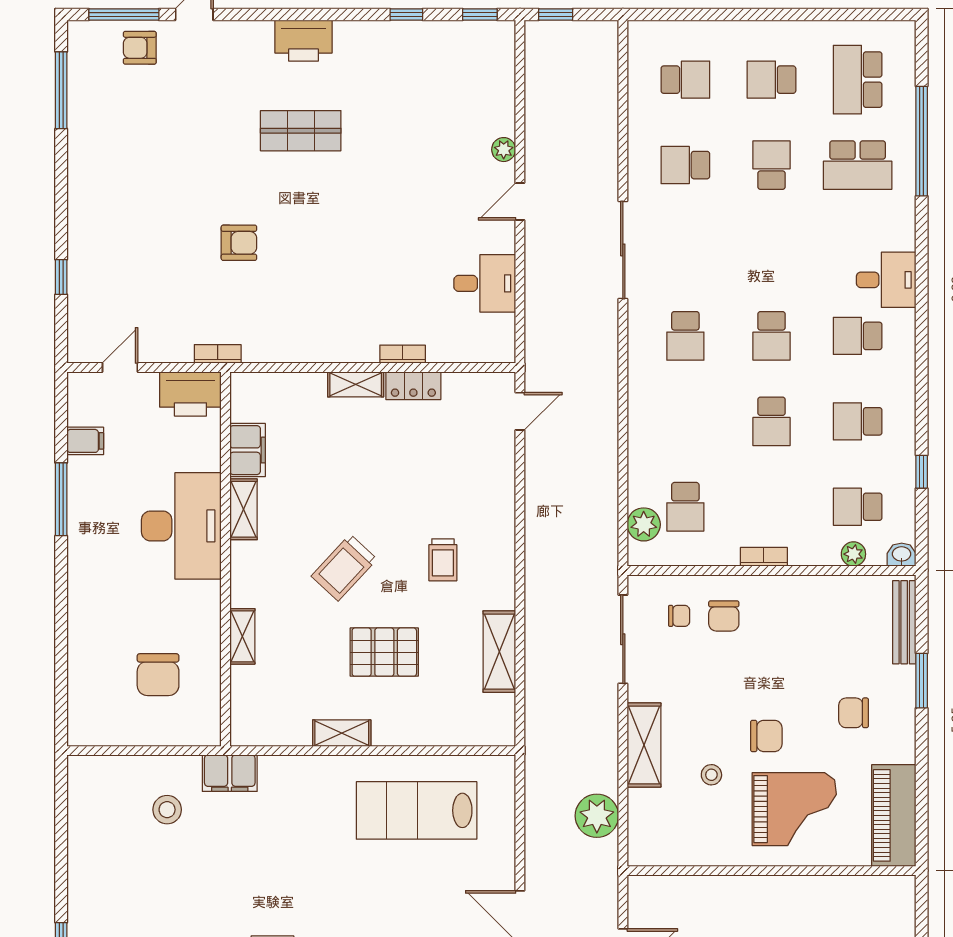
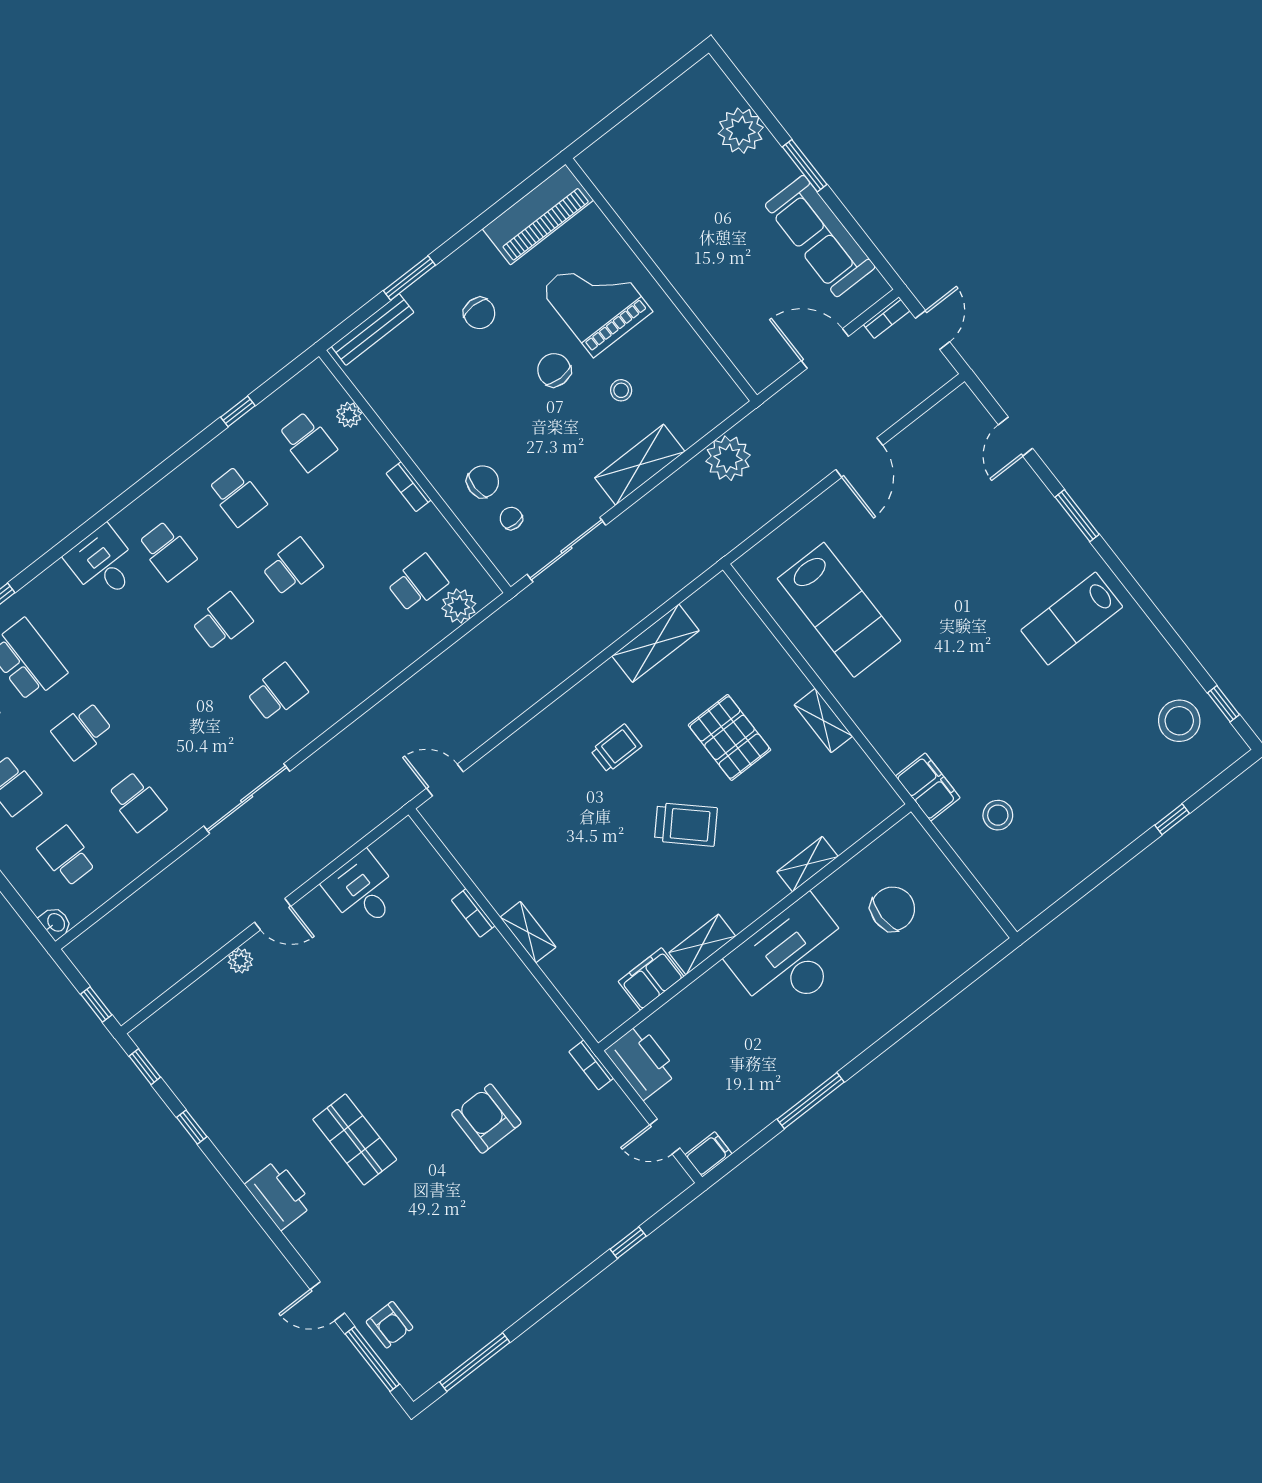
armchair: (239, 243) -> (486, 1119), width x1.38, depth x1.38
locker: (413, 386) -> (492, 884), removed
filing cabinet: (85, 441) -> (709, 1154), moved, turned 90
desk: (181, 526) -> (791, 957), moved
washbasin: (902, 555) -> (56, 923), moved, turned 180

